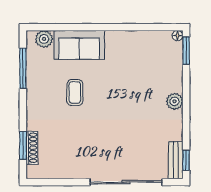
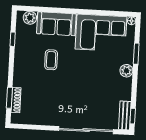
window: (186, 51) -> (136, 54), moved
corner sofa: (138, 54) -> (101, 33), added
window: (23, 68) -> (13, 39), width x0.46

